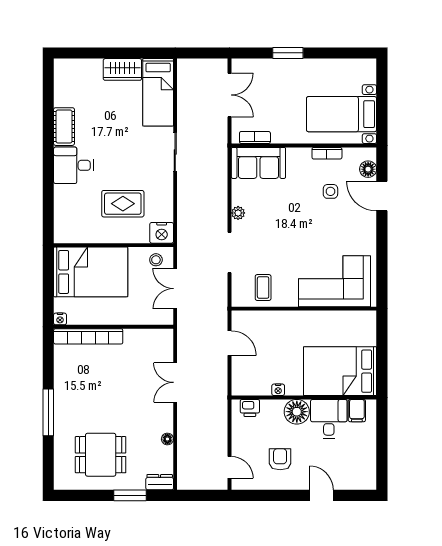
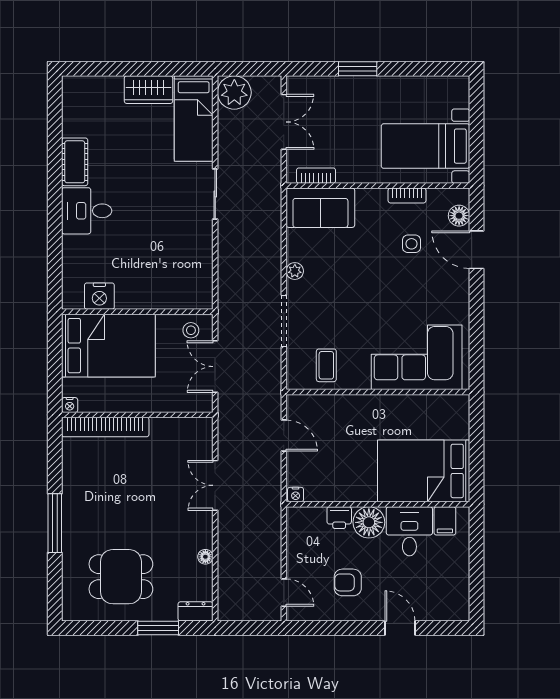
plant: (190, 72) -> (234, 92), added
rug: (123, 204) -> (149, 259), removed
nightstand: (162, 233) -> (99, 296), moved
nightstand: (278, 390) -> (296, 495), moved
printer: (250, 408) -> (339, 518), moved
armchair: (280, 459) -> (348, 582), turned -90

